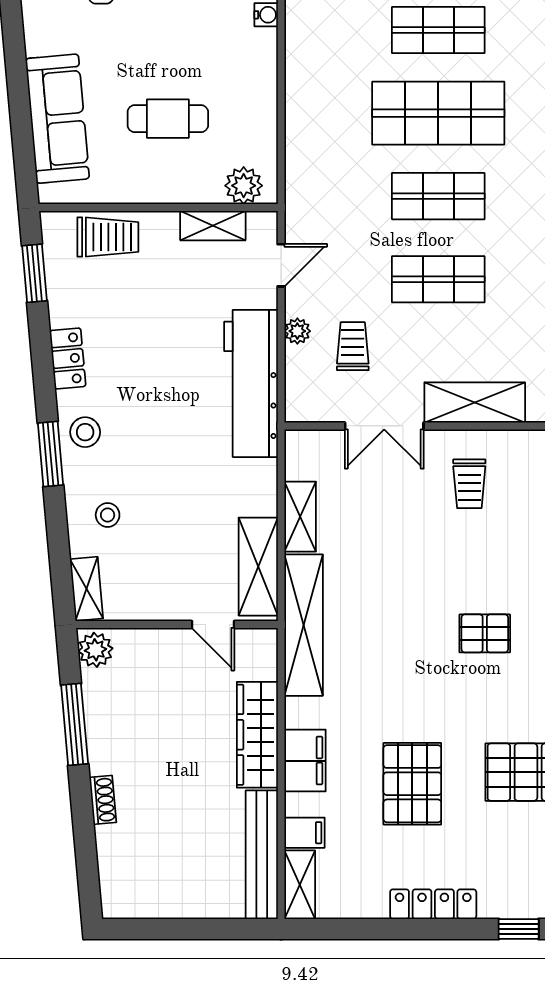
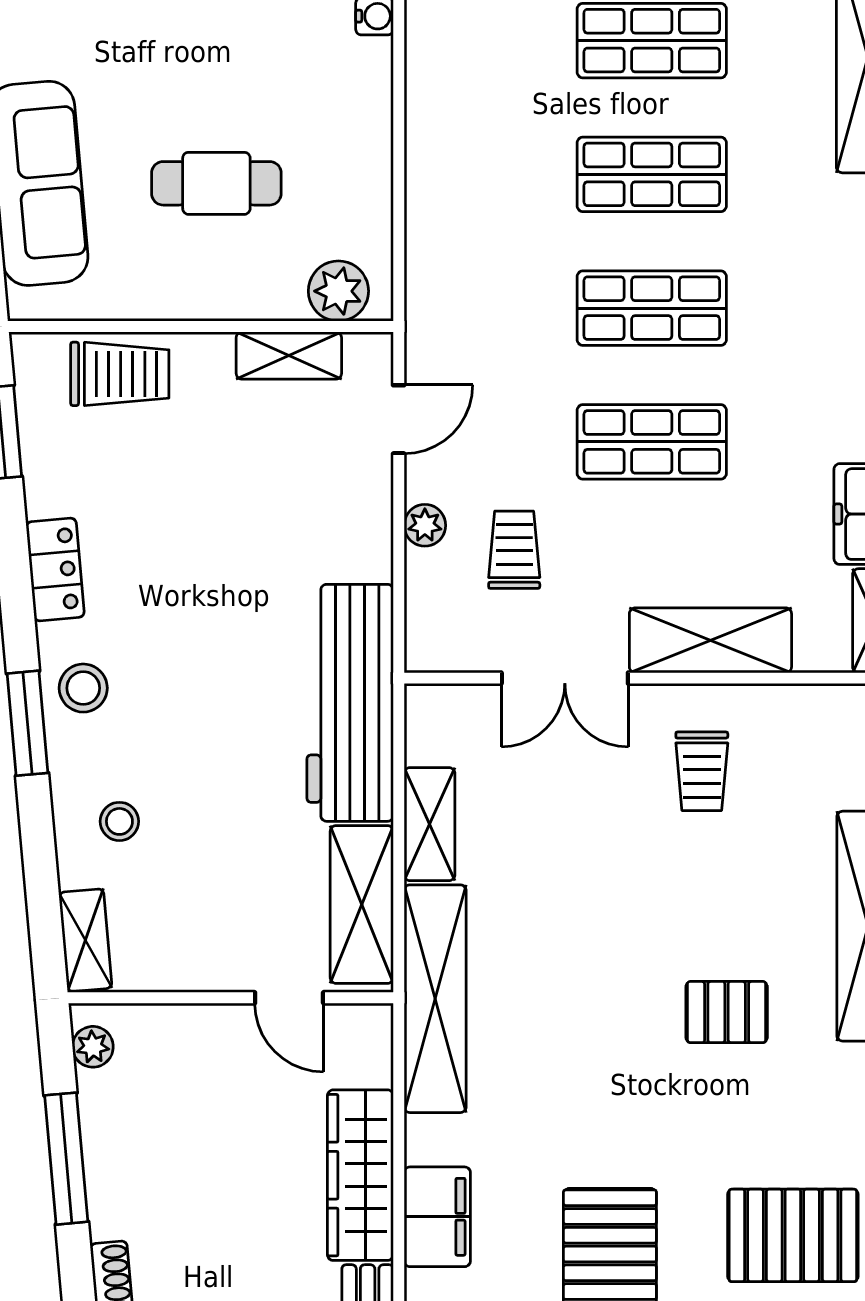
shop shelf: (438, 113) -> (652, 174), width x0.70, depth x0.74
workbench: (251, 383) -> (350, 703), moved
plant: (95, 650) -> (93, 1047), width x0.73, depth x0.73

